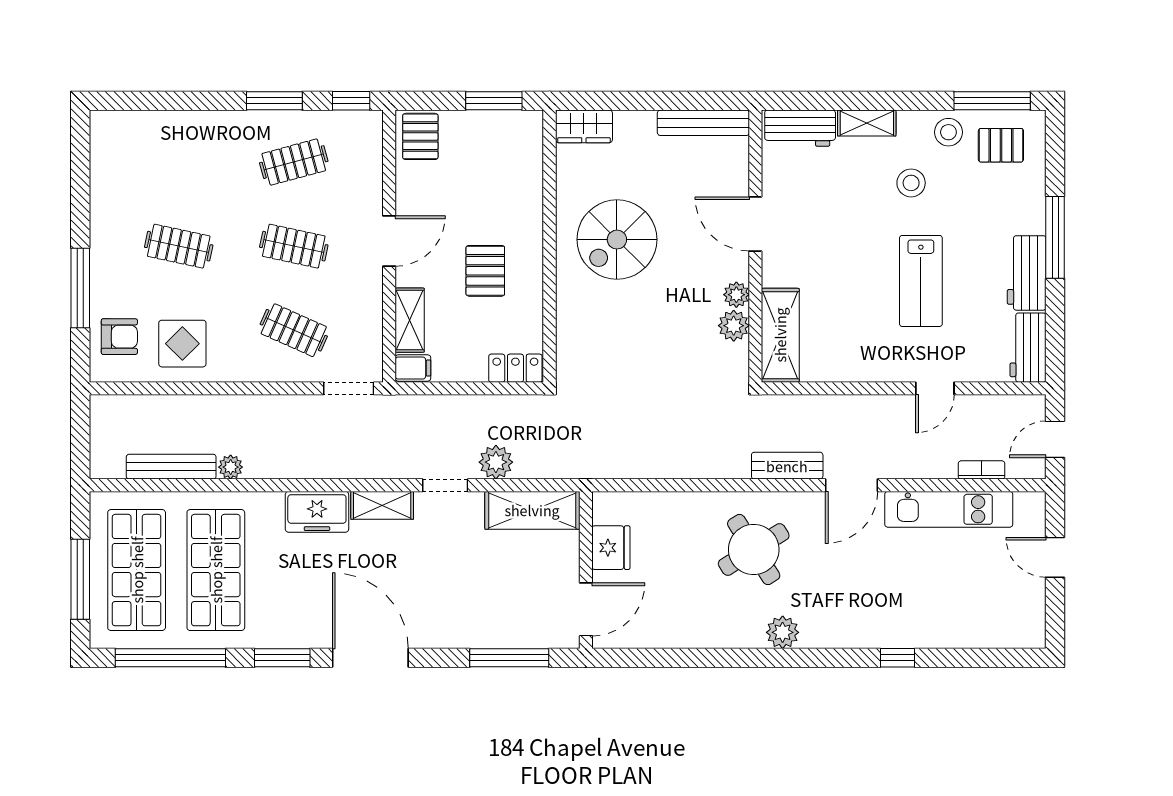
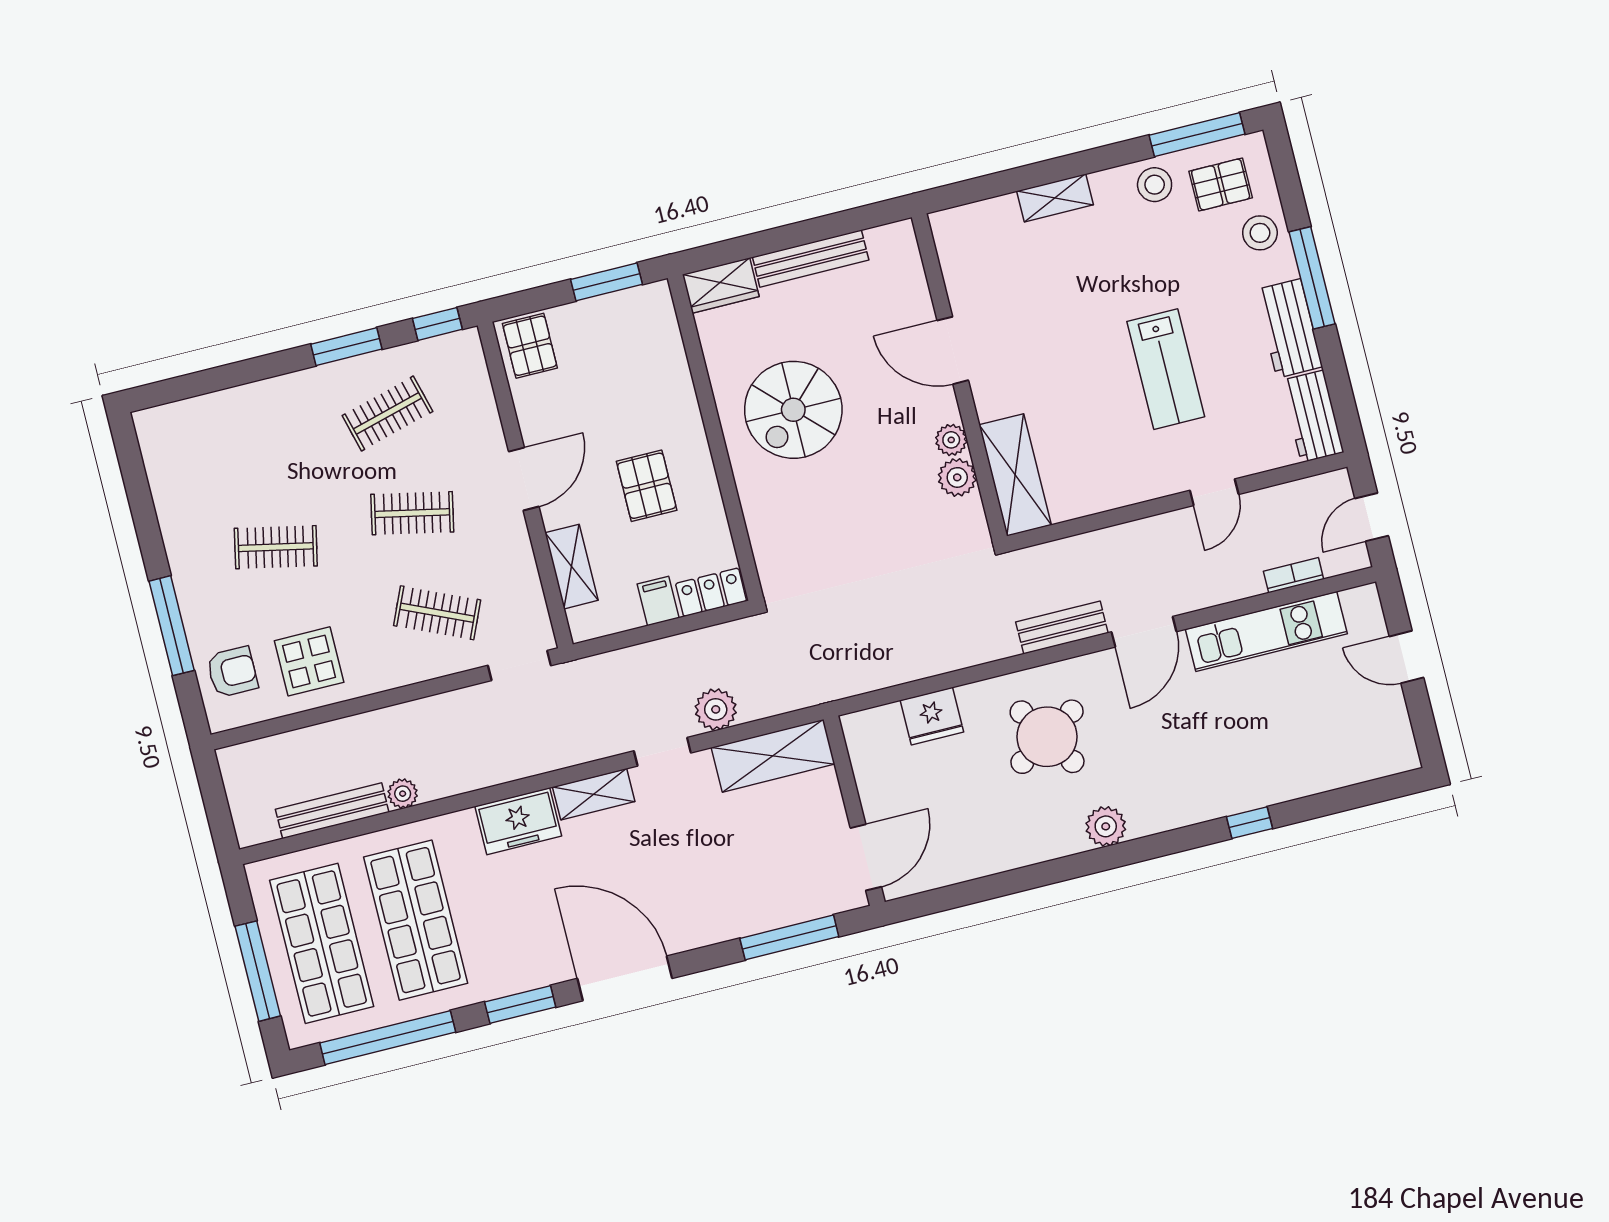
bench: (703, 123) -> (811, 259), moved
workbench: (800, 128) -> (977, 224), removed
stool: (911, 183) -> (1260, 233), moved
filing cabinet: (413, 368) -> (658, 601), moved, turned -90
fridge: (611, 548) -> (932, 716), moved, turned 90

